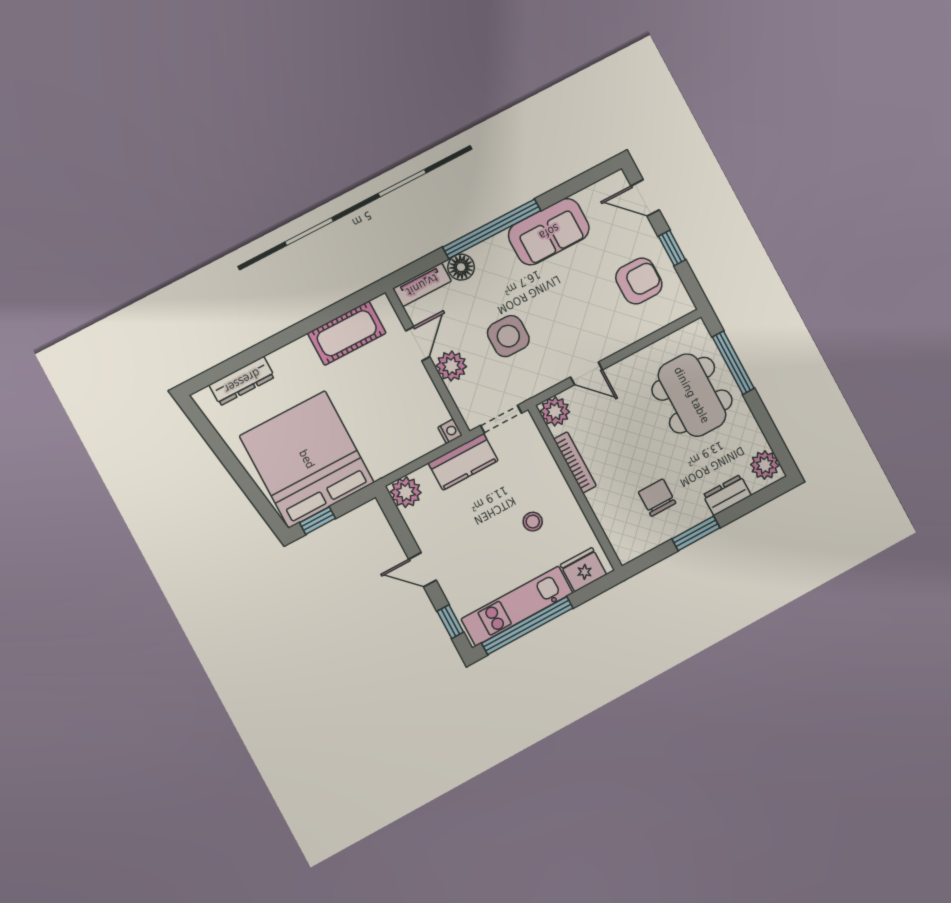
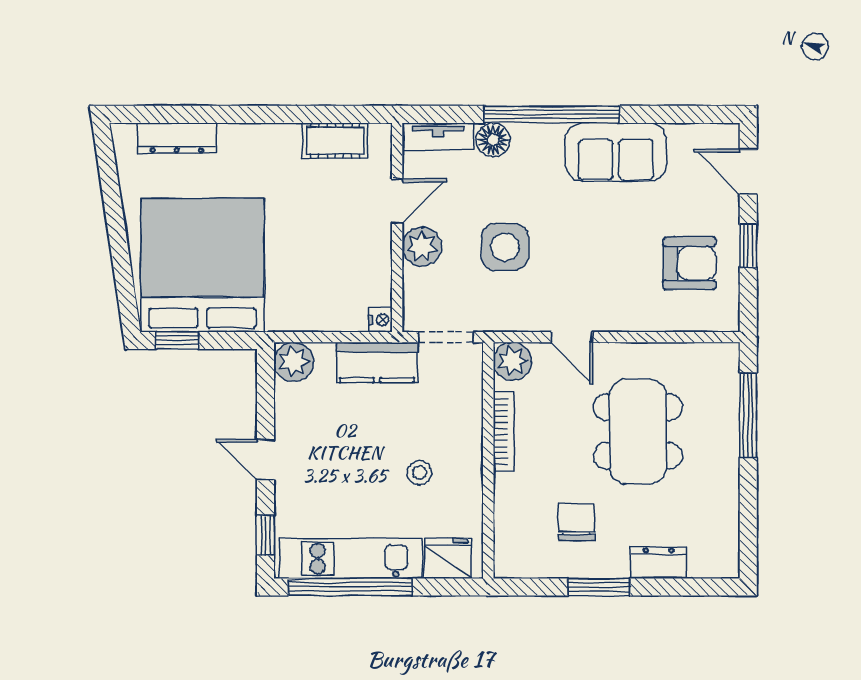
cot: (347, 333) -> (335, 140), width x0.73, depth x0.75
dining table: (692, 395) -> (638, 431), moved
plant: (765, 465) -> (721, 552), removed

